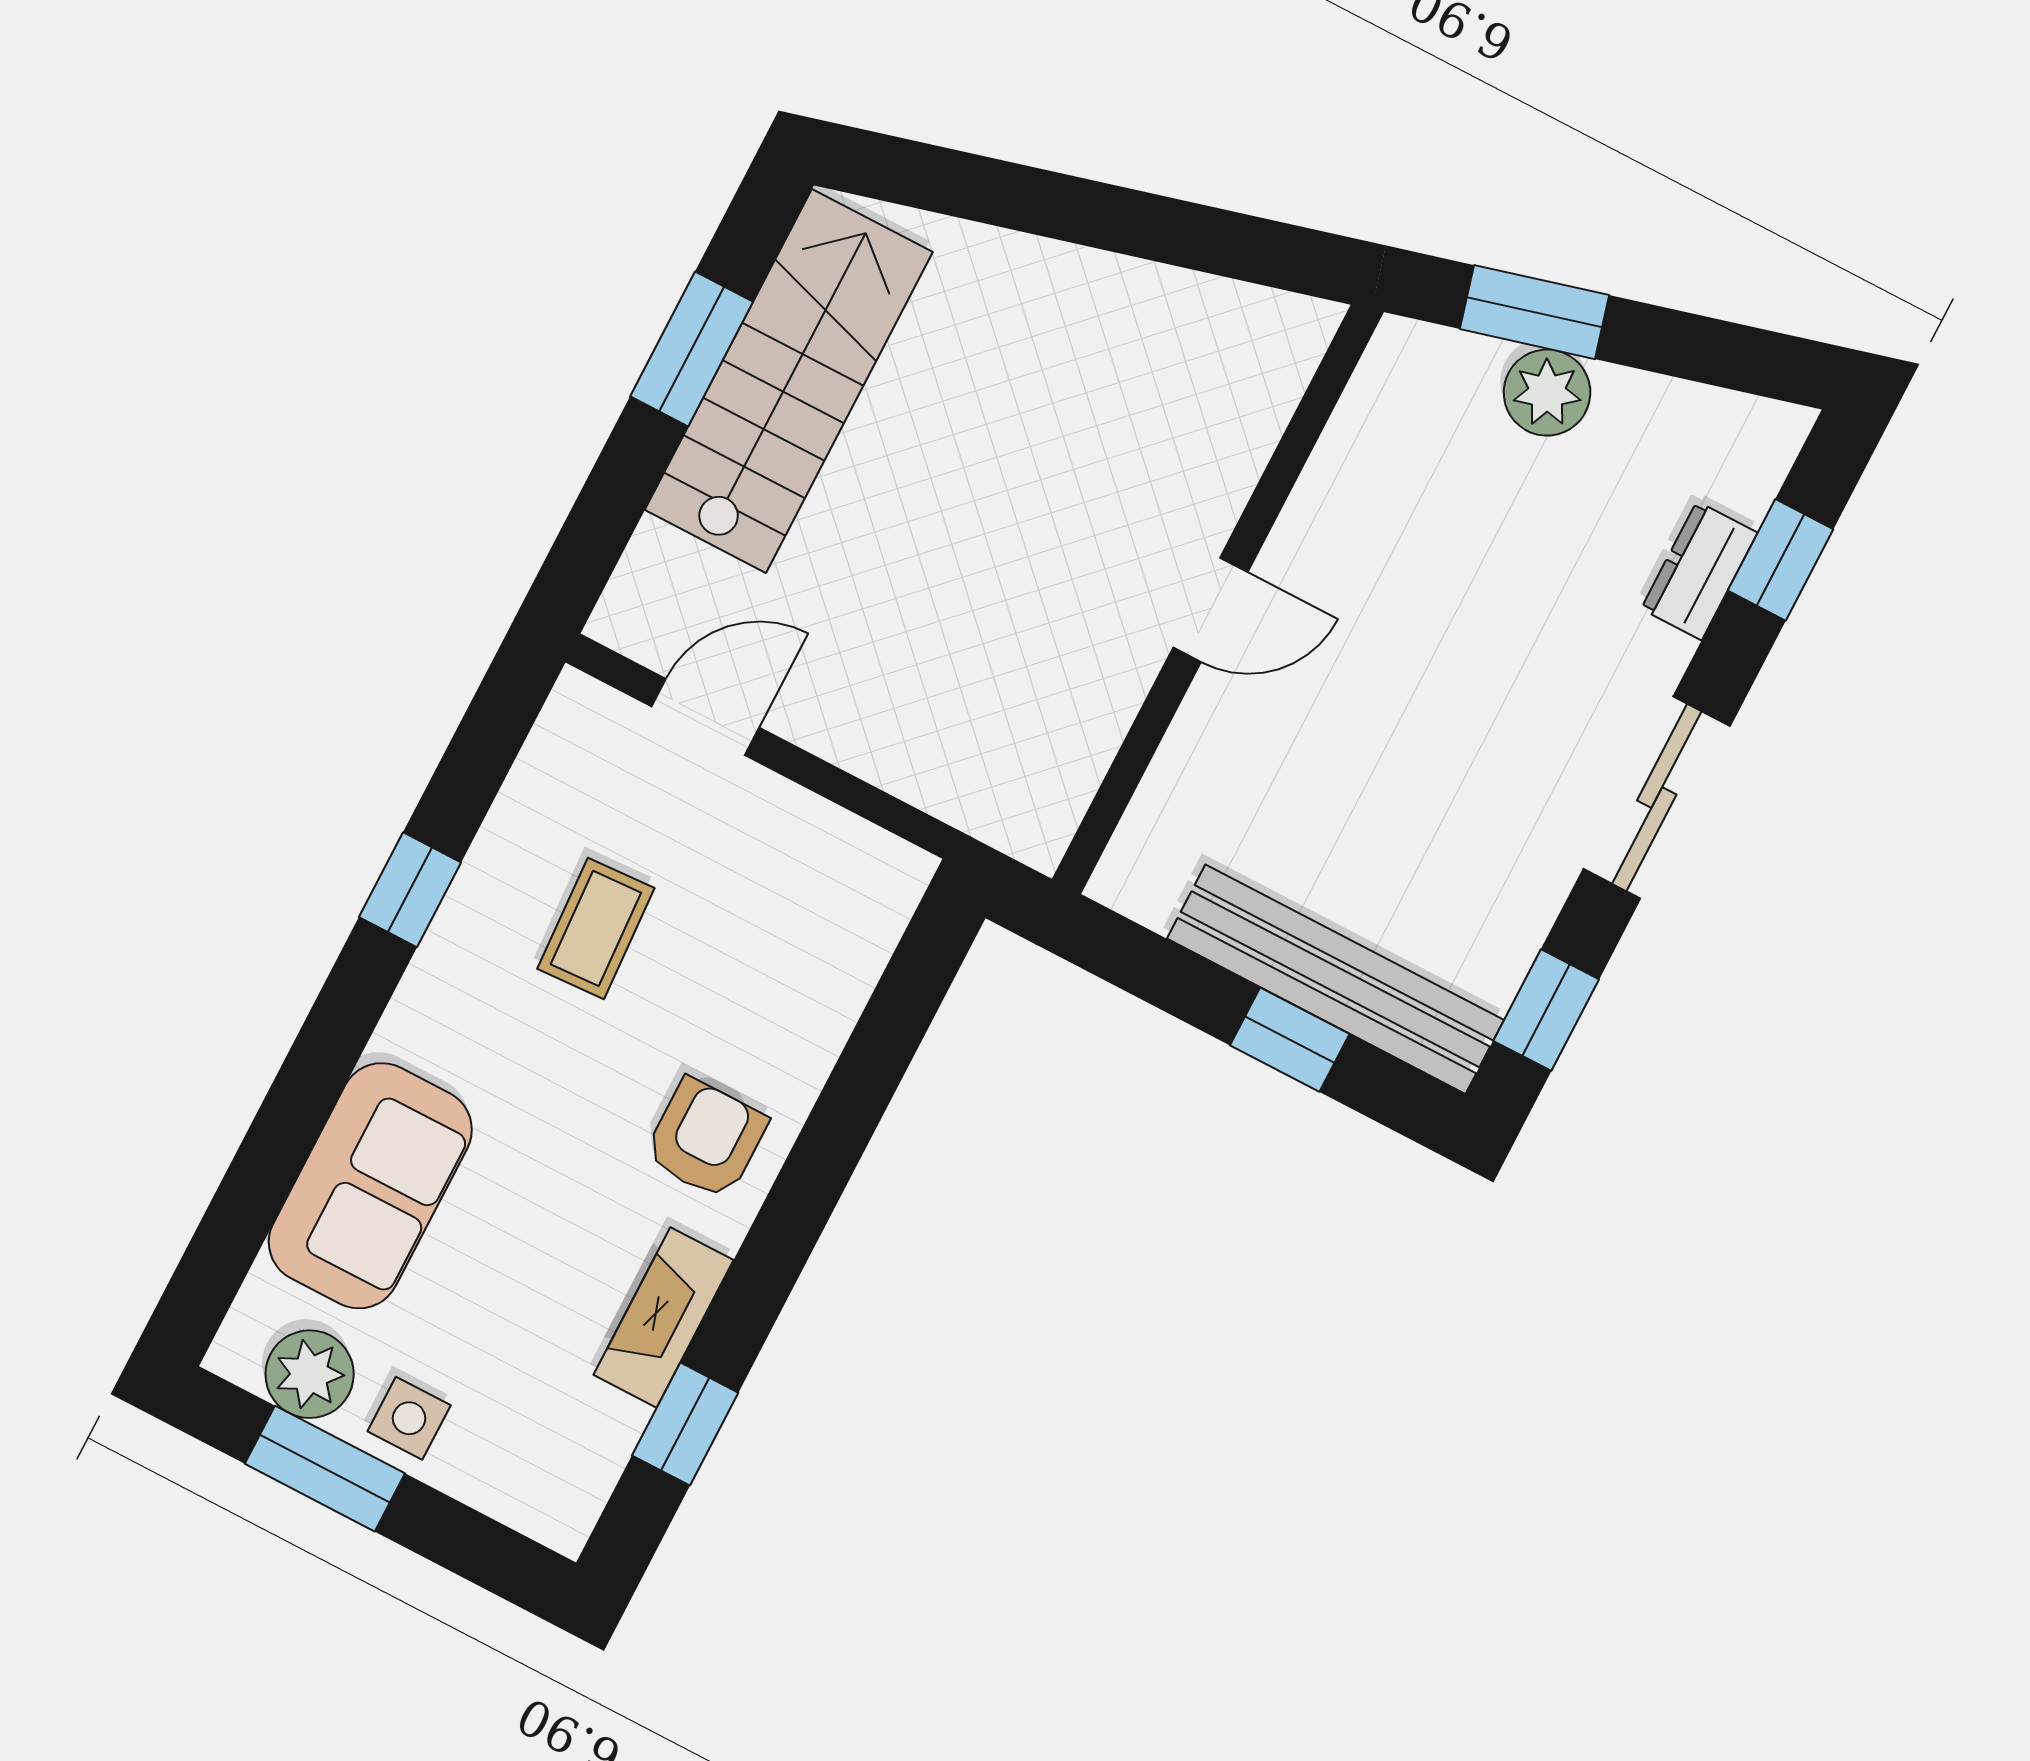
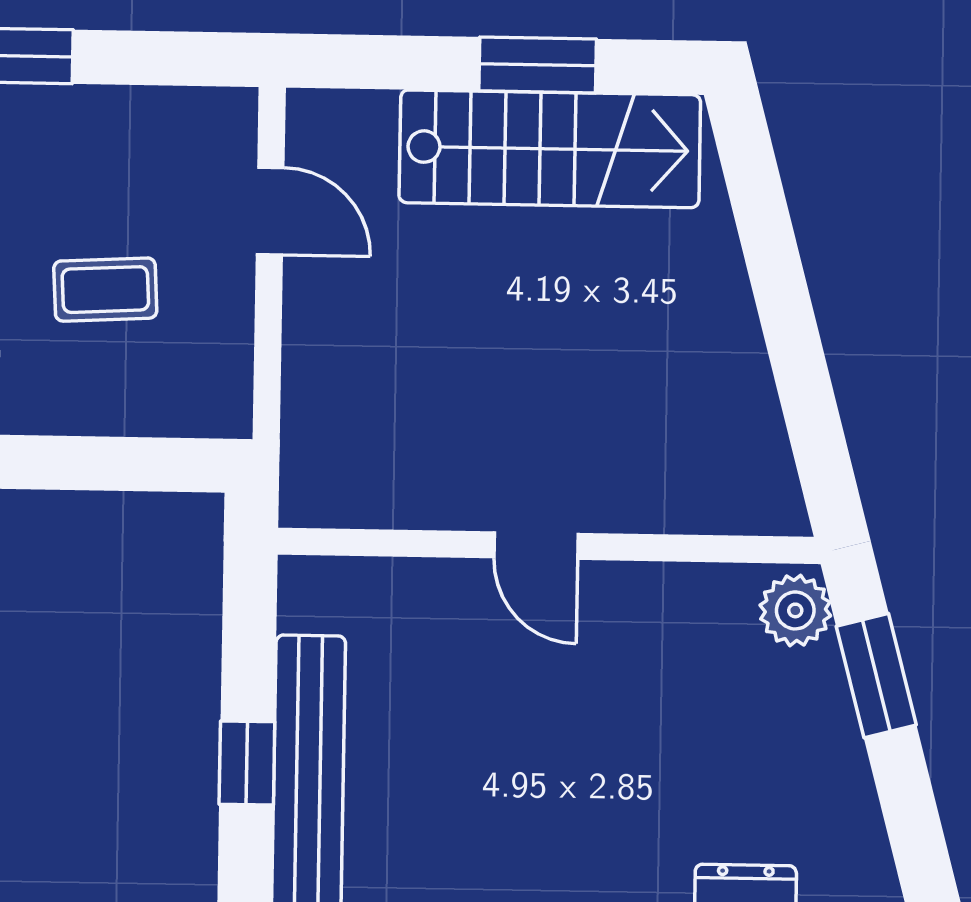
plant: (1547, 393) -> (795, 610), moved
coffee table: (596, 928) -> (105, 290), moved

